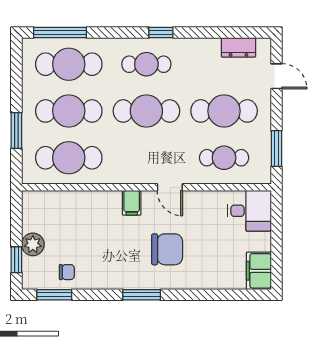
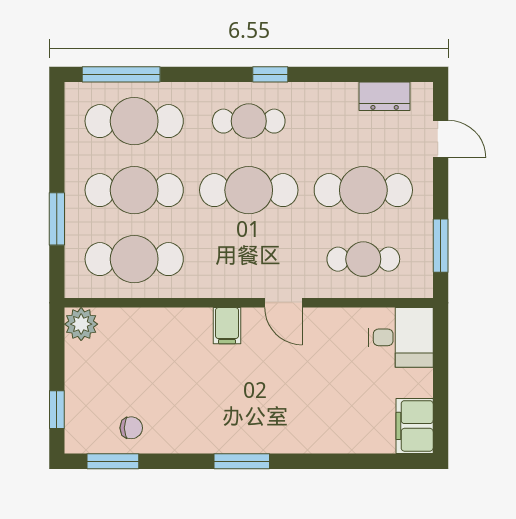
plant: (33, 244) -> (81, 324), moved
chair: (167, 249) -> (279, 394), removed

